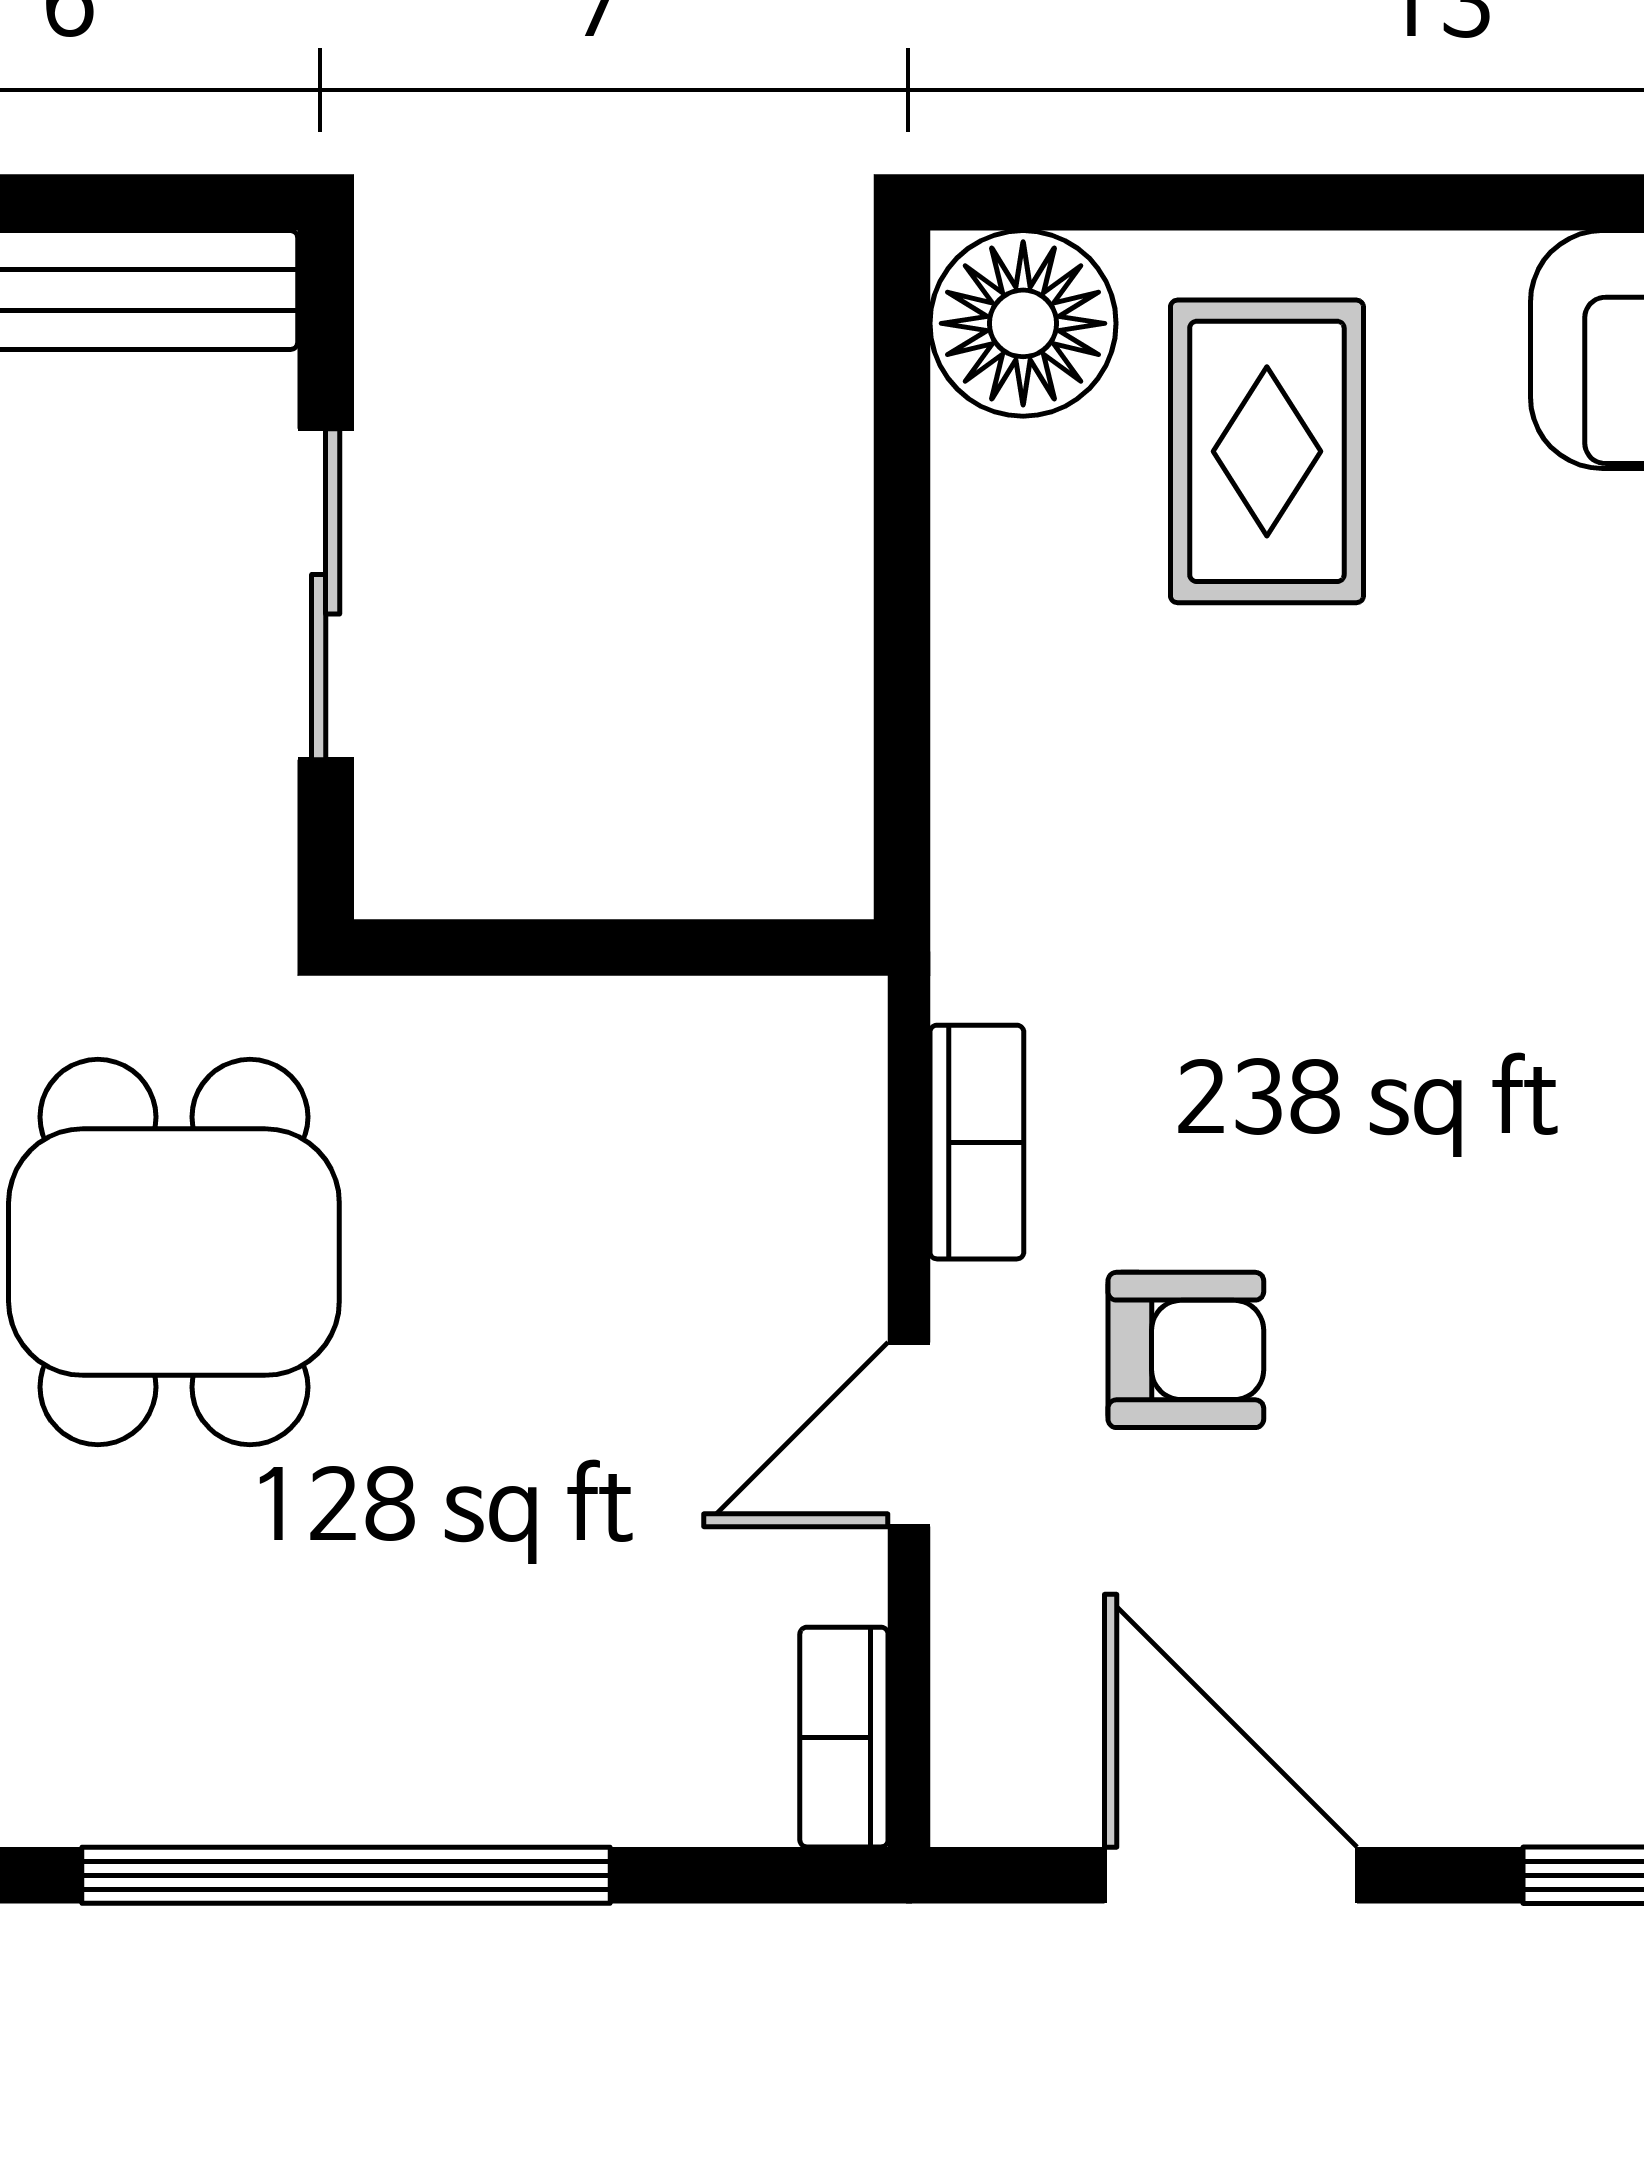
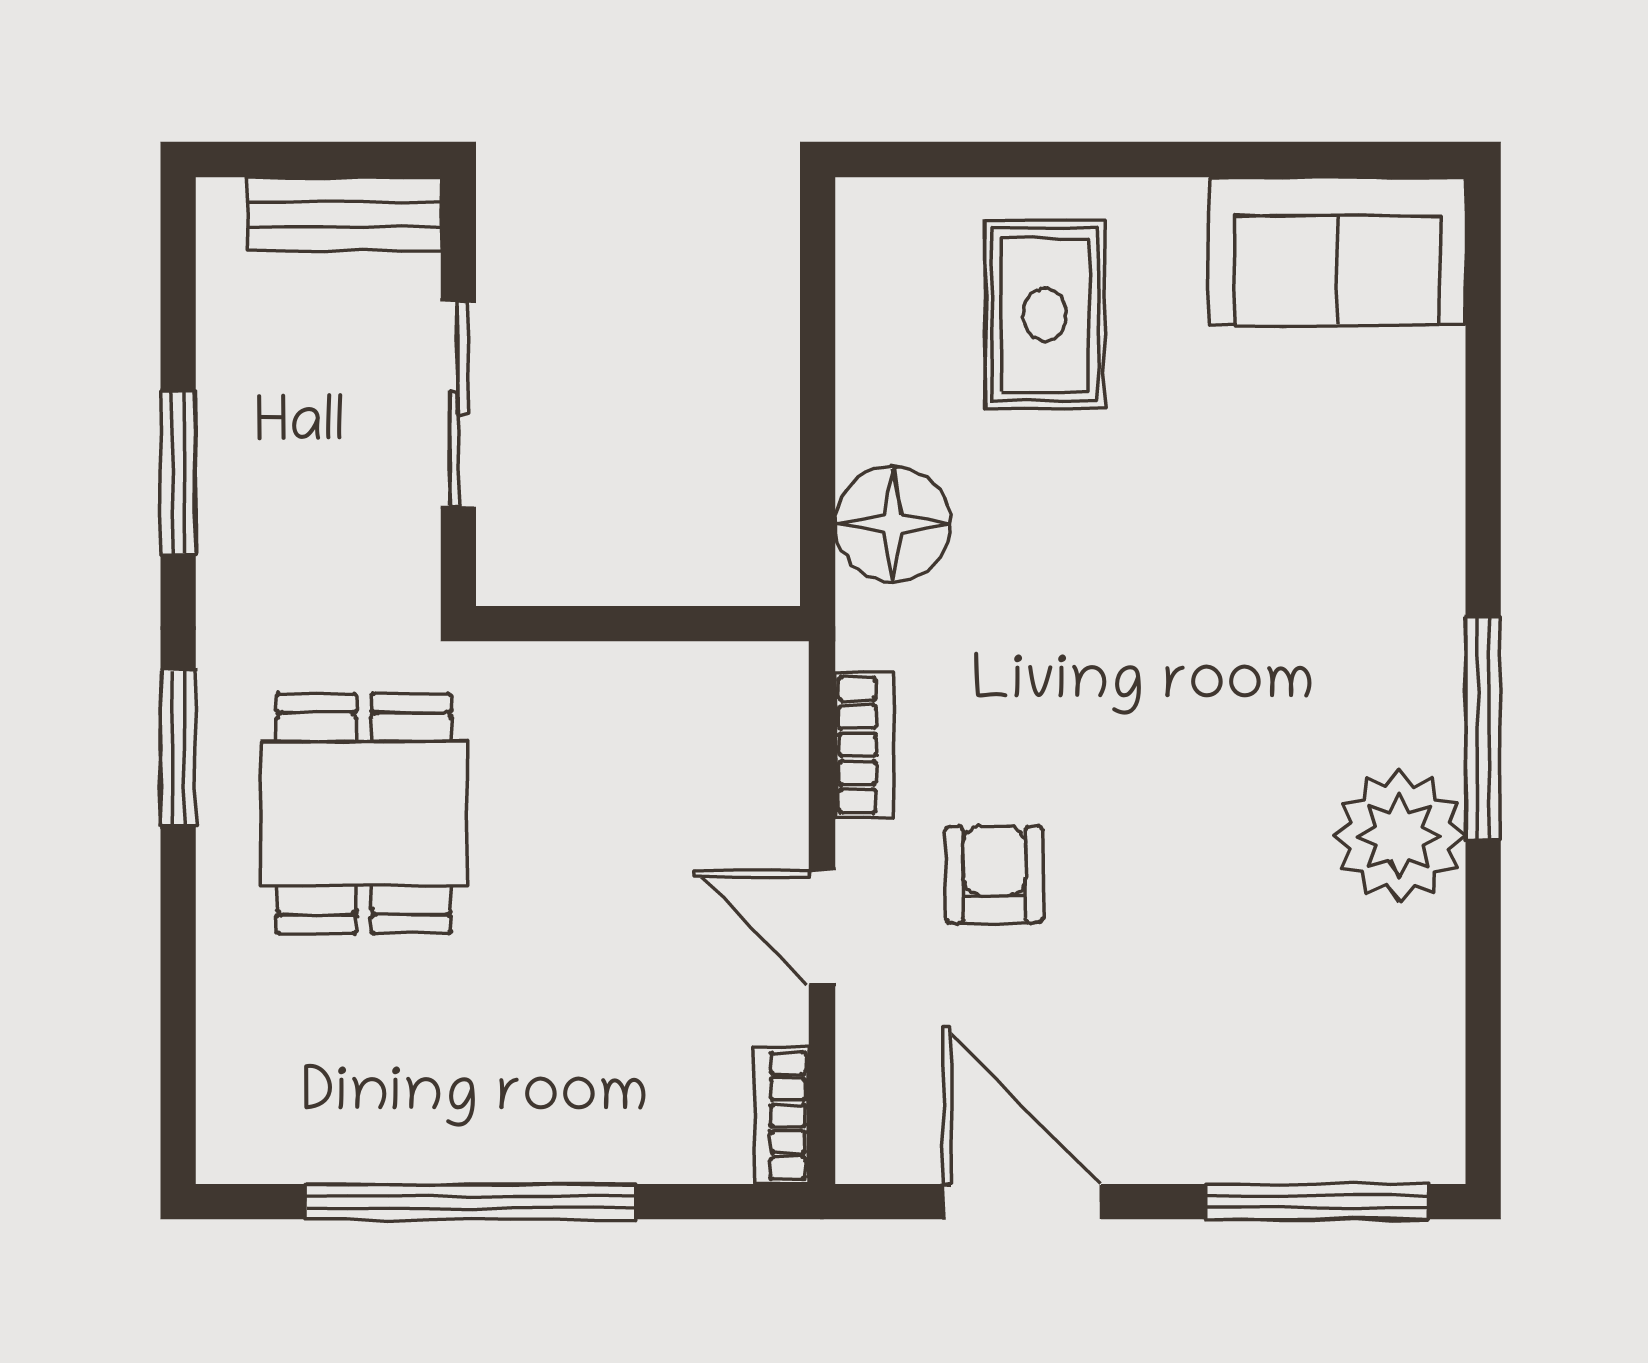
floor lamp: (1023, 323) -> (893, 524), moved
armchair: (1186, 1350) -> (994, 874), turned -90
door: (909, 1434) -> (822, 927), hinge flipped

